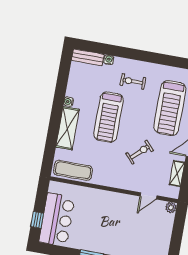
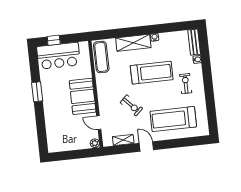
treadmill: (109, 117) -> (152, 73), turned 180
booth: (112, 206) -> (83, 96), added

